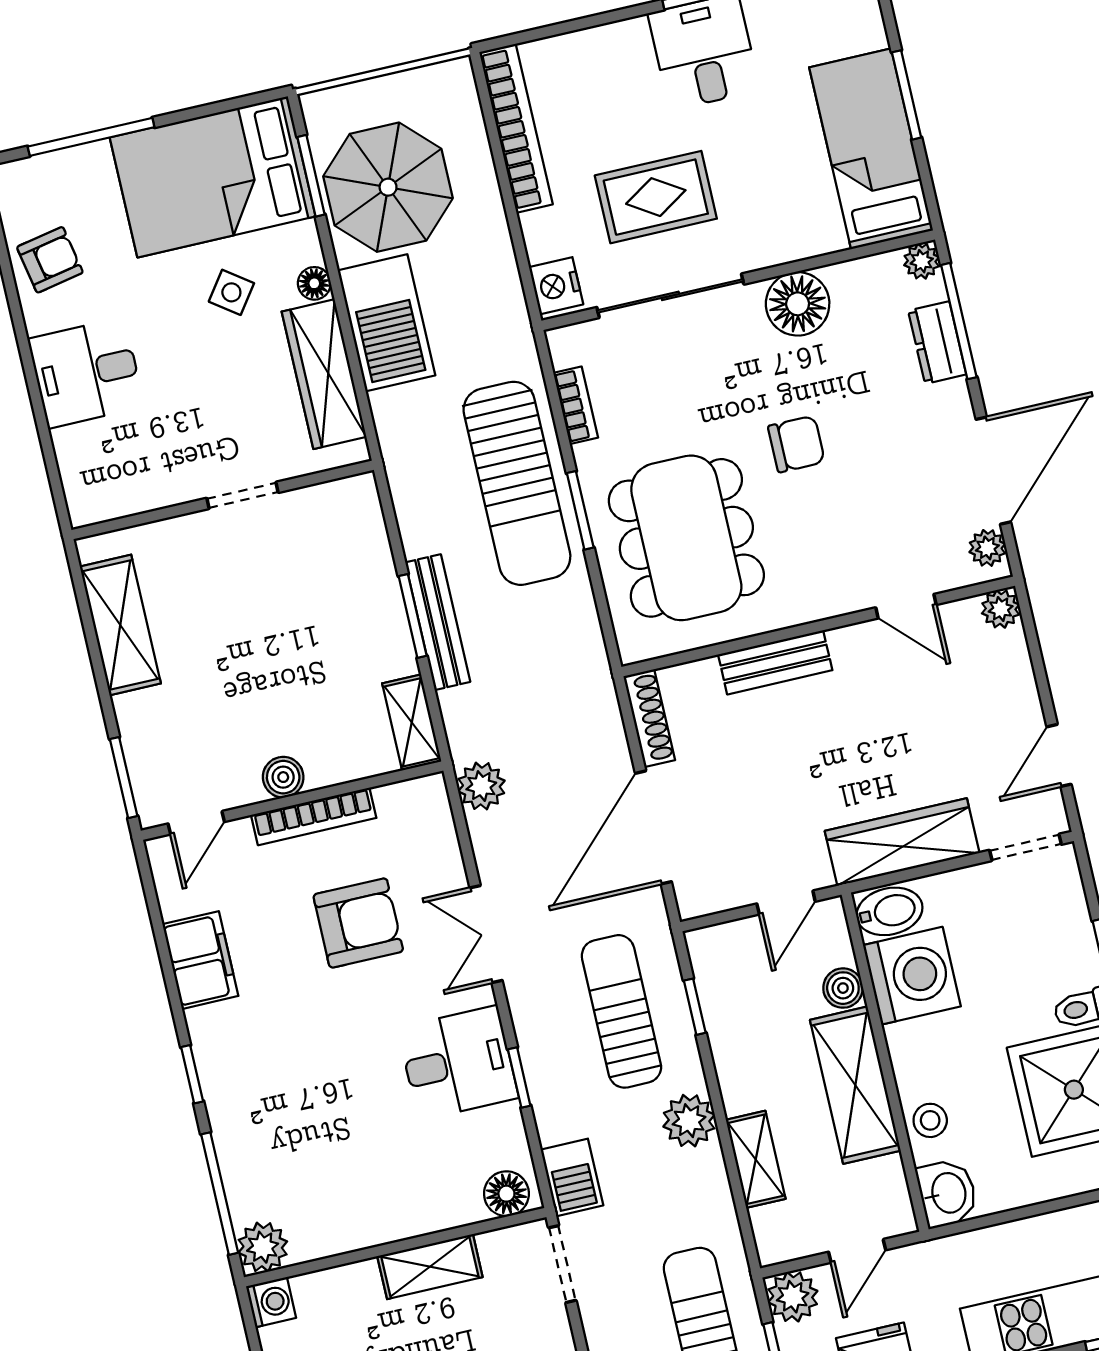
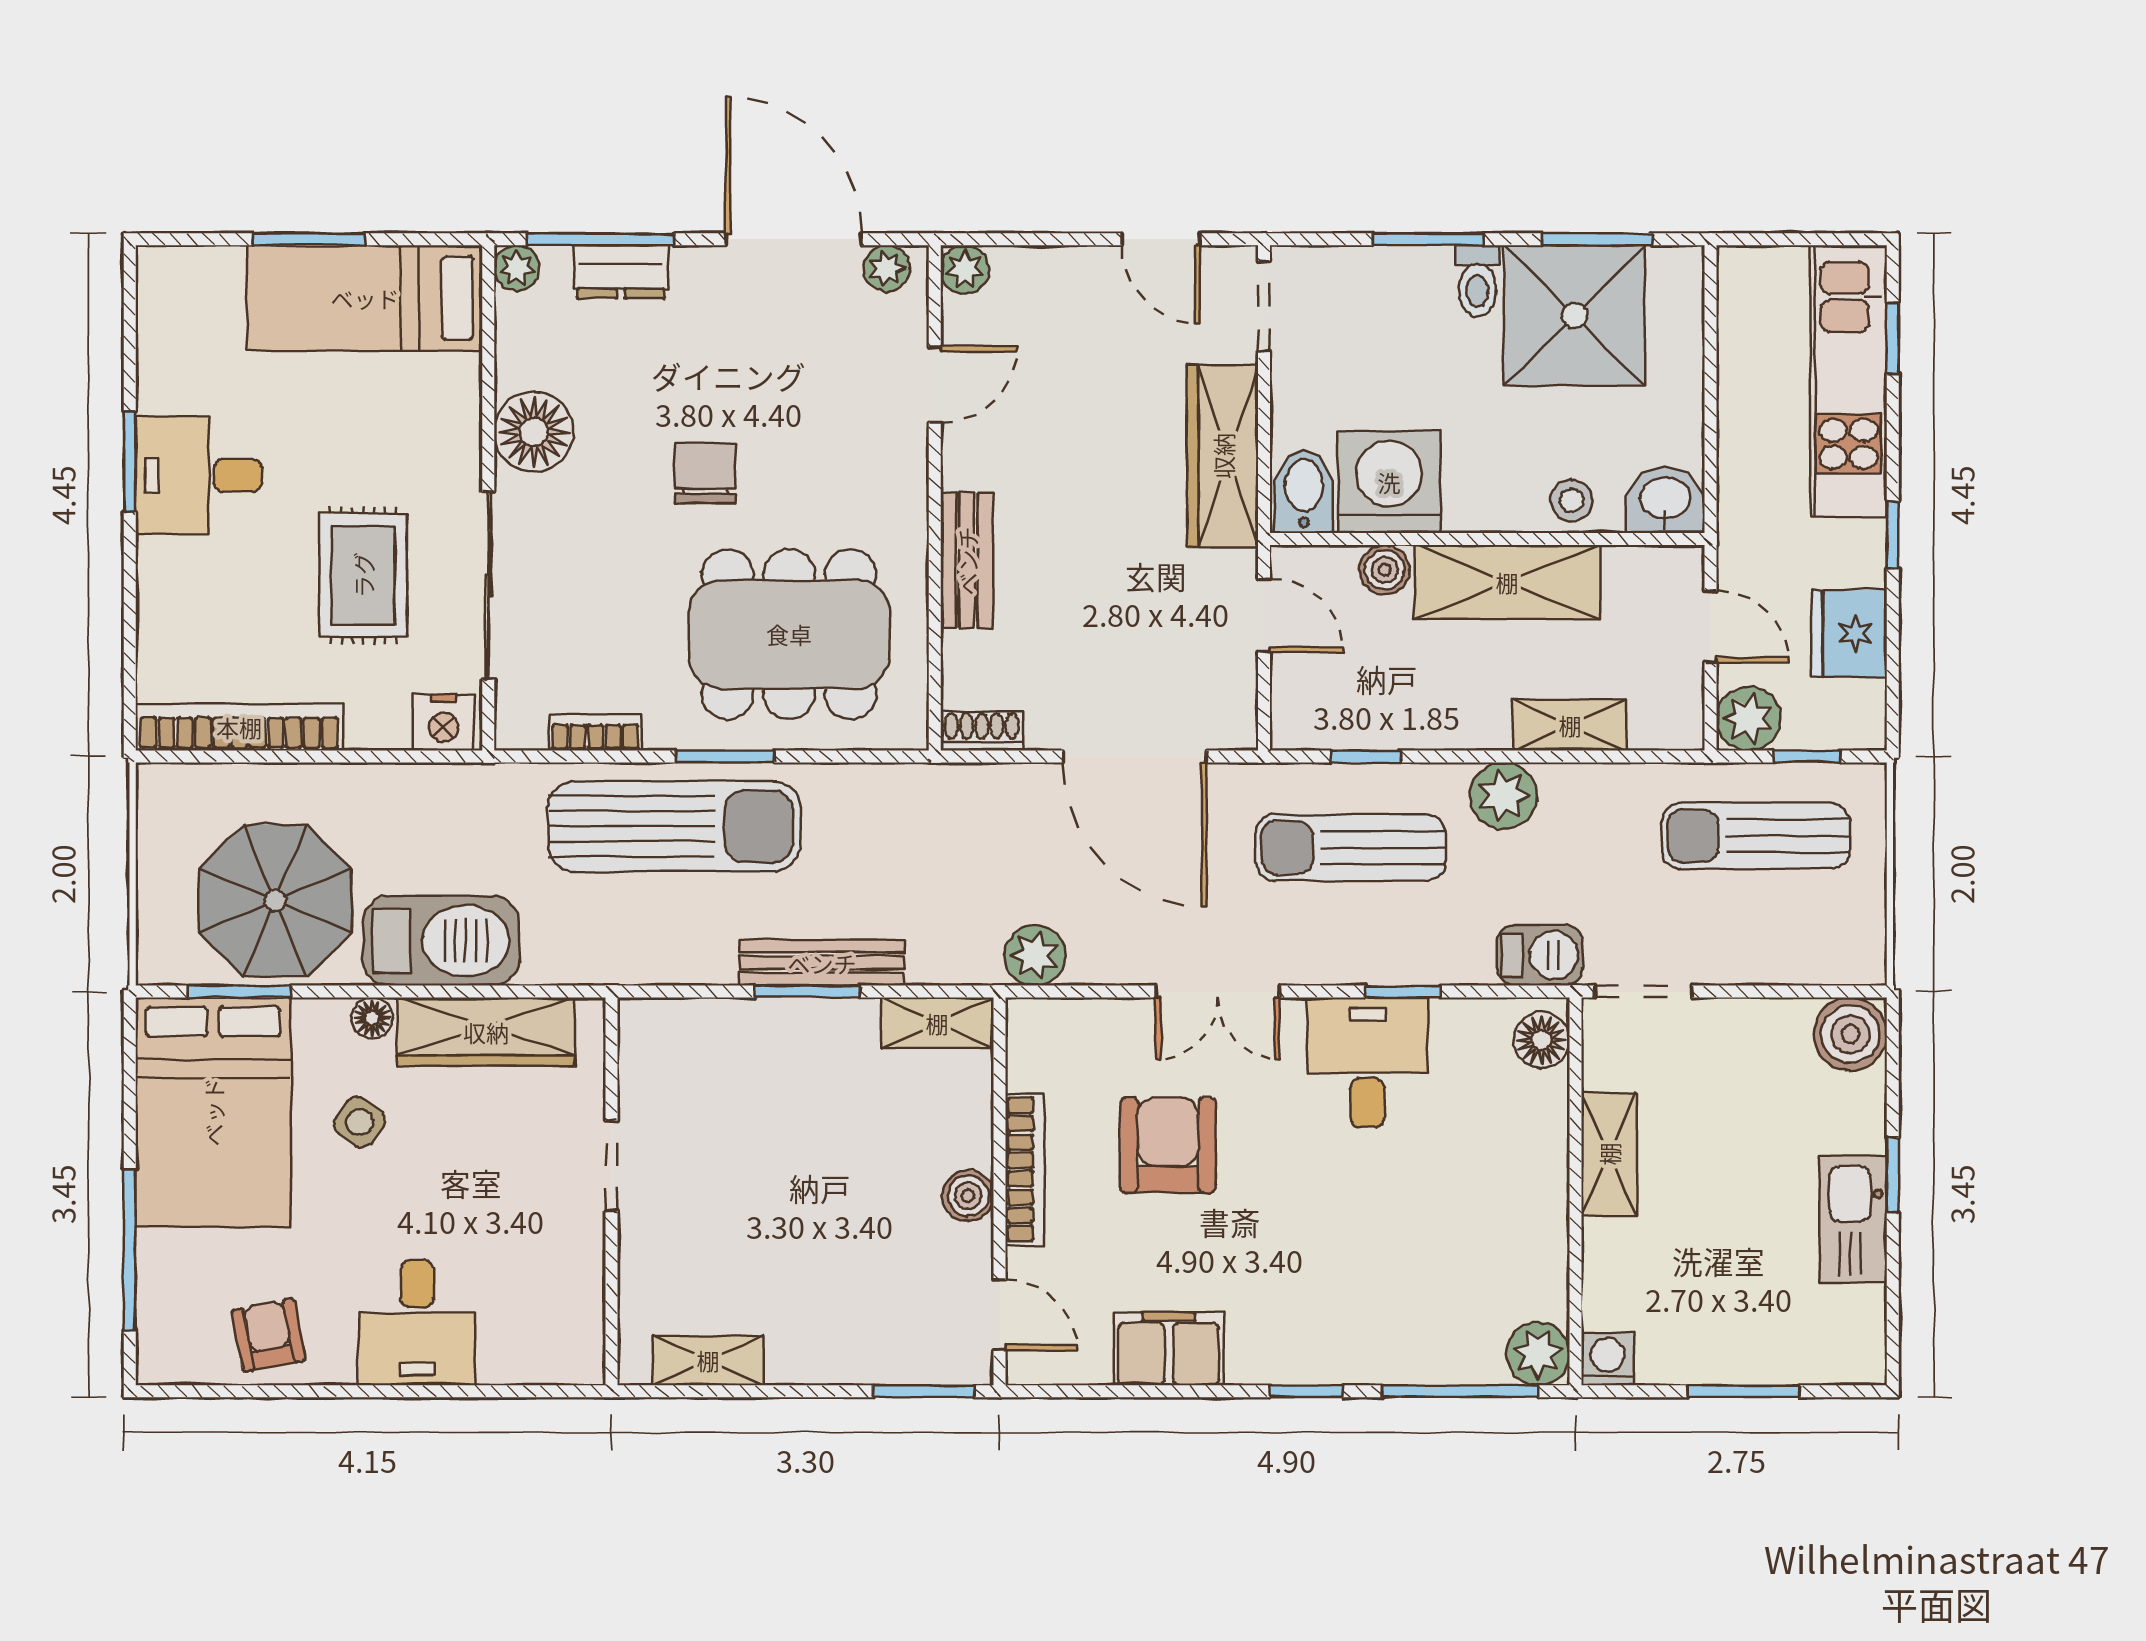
shelving: (120, 625) -> (708, 1360), width x0.67, depth x0.75
shoe rack: (649, 718) -> (982, 731), width x0.70

